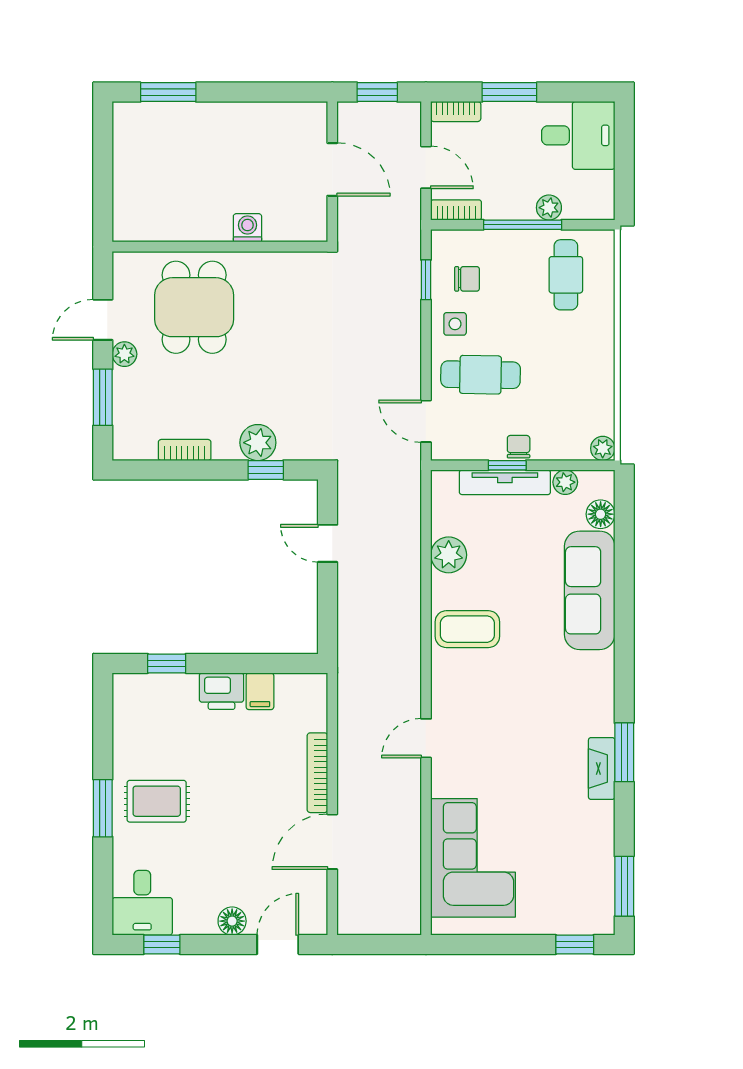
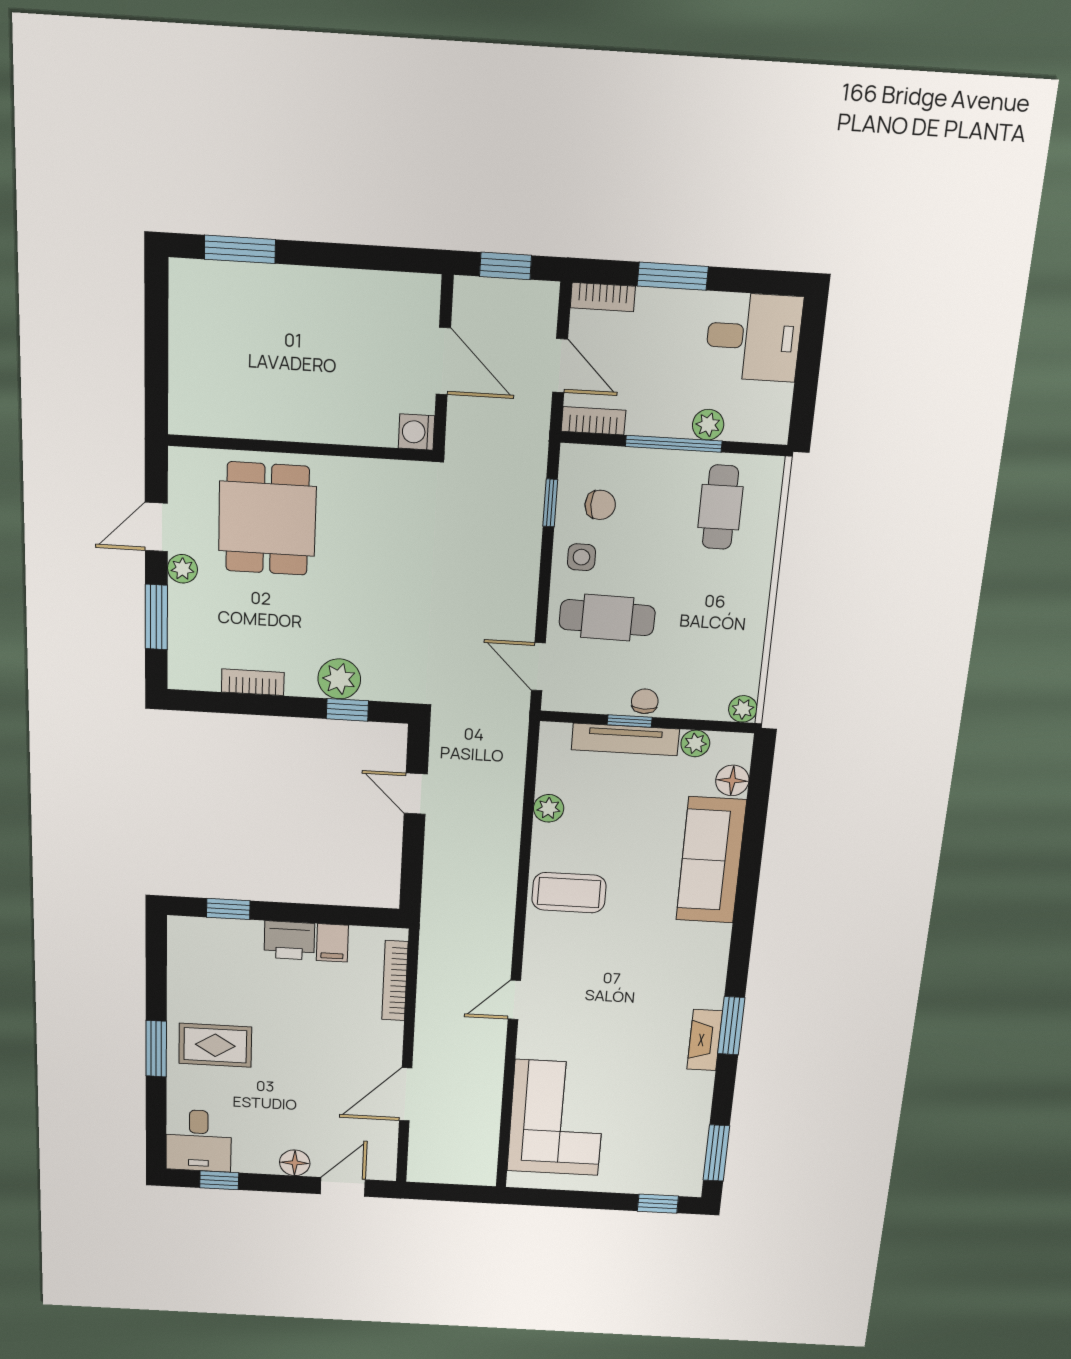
washing machine: (247, 228) -> (416, 432), moved, turned -90
plant: (449, 555) -> (549, 808), width x0.73, depth x0.73
bookcase: (317, 773) -> (395, 981), moved

